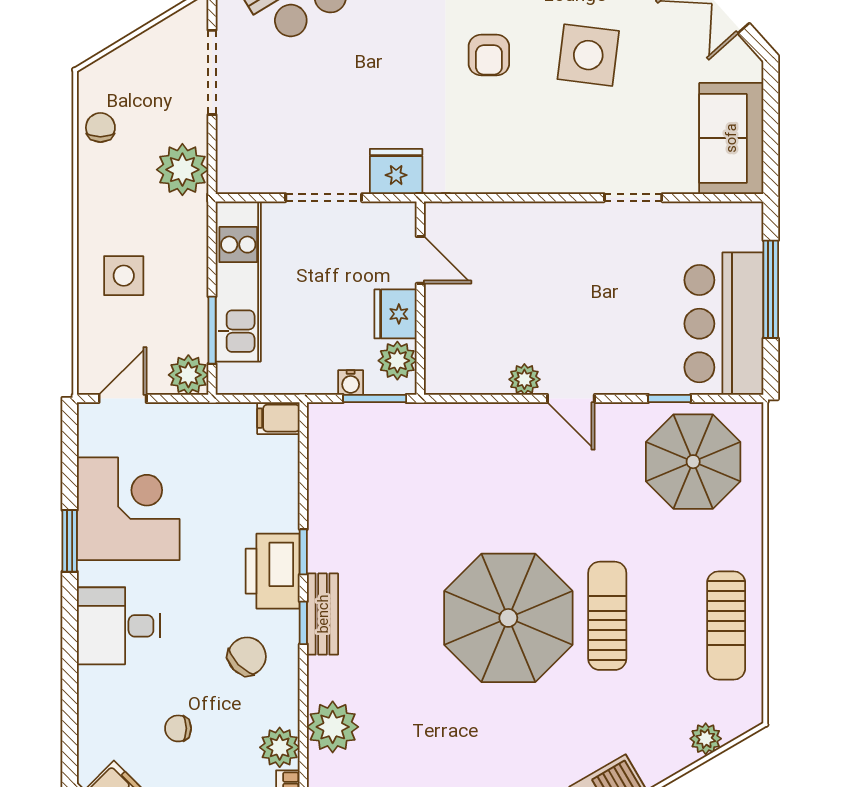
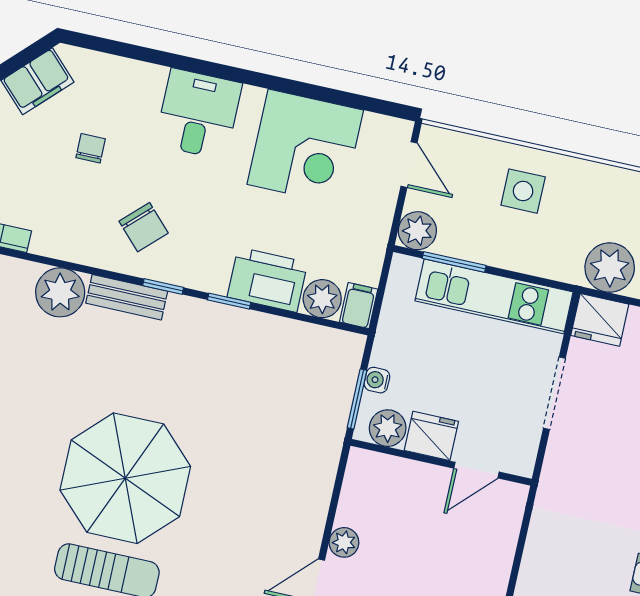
fridge: (396, 171) -> (600, 320), moved, turned 90
window: (70, 541) -> (288, 86), removed
printer: (273, 571) -> (267, 280), moved
bench: (323, 614) -> (127, 297), moved
plant: (280, 747) -> (322, 299), moved

